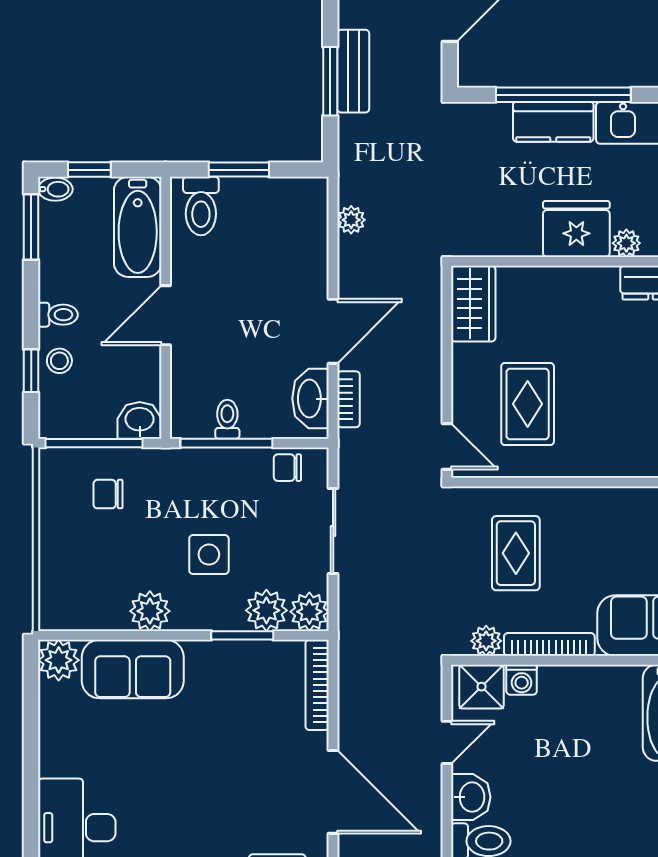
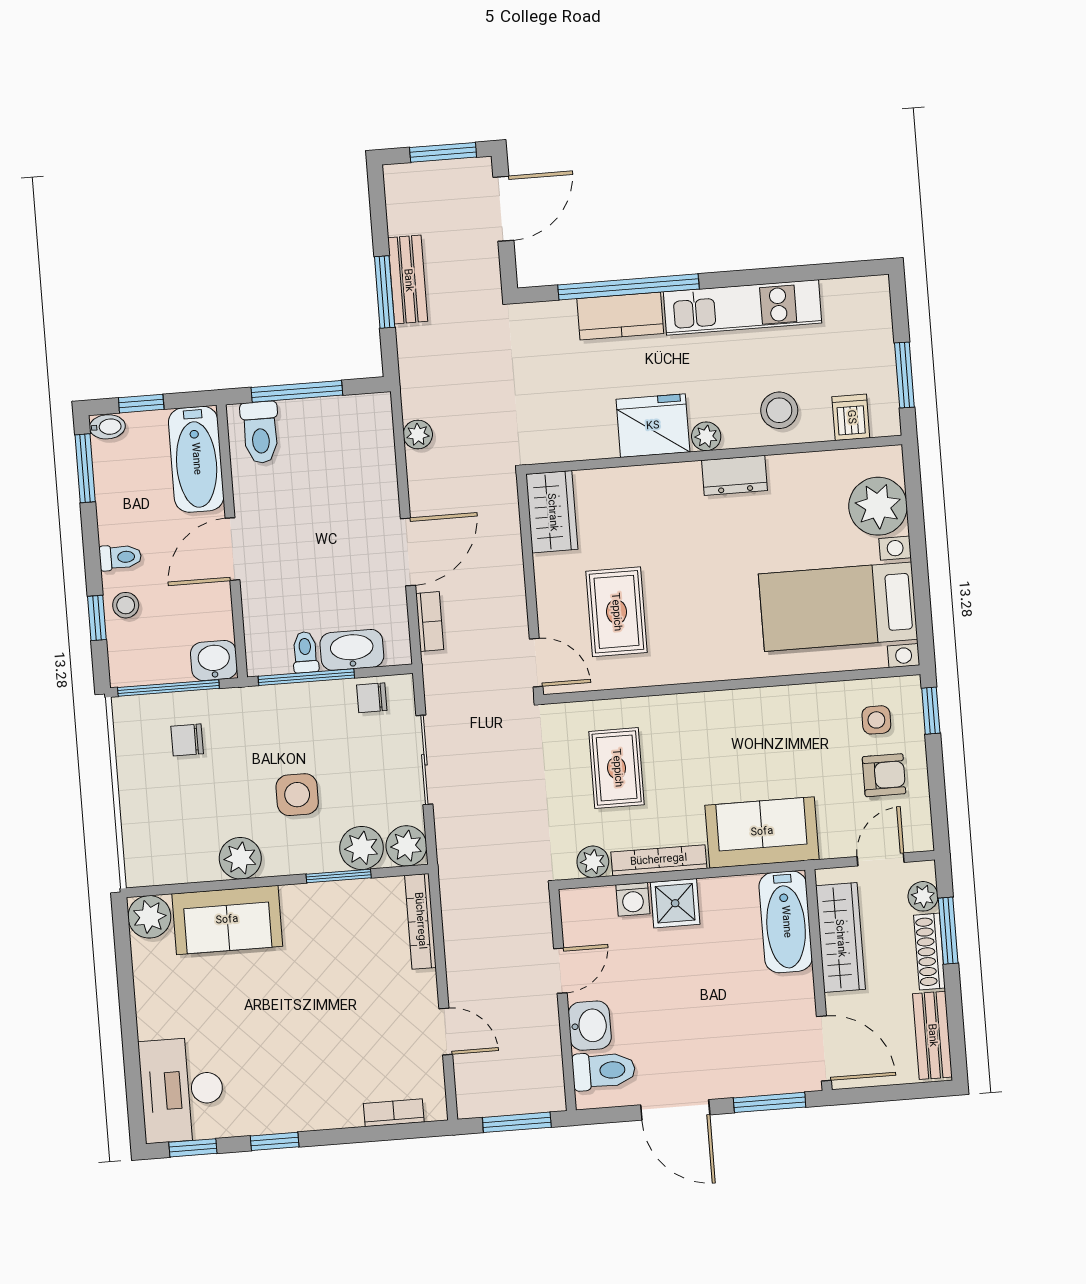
window: (239, 170) -> (297, 391), width x1.44
washbasin: (310, 399) -> (352, 650), moved, turned 90
shower: (481, 687) -> (675, 903), moved
door: (333, 792) -> (446, 1032), width x0.53

